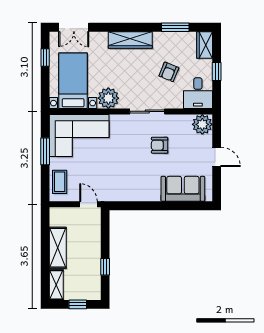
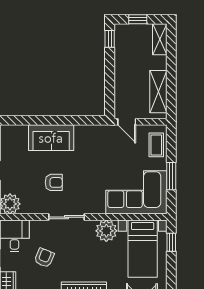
window: (45, 58) -> (171, 242), moved
sofa: (183, 189) -> (51, 138), moved
shelving: (58, 248) -> (158, 92), moved
window: (105, 267) -> (110, 39), moved

